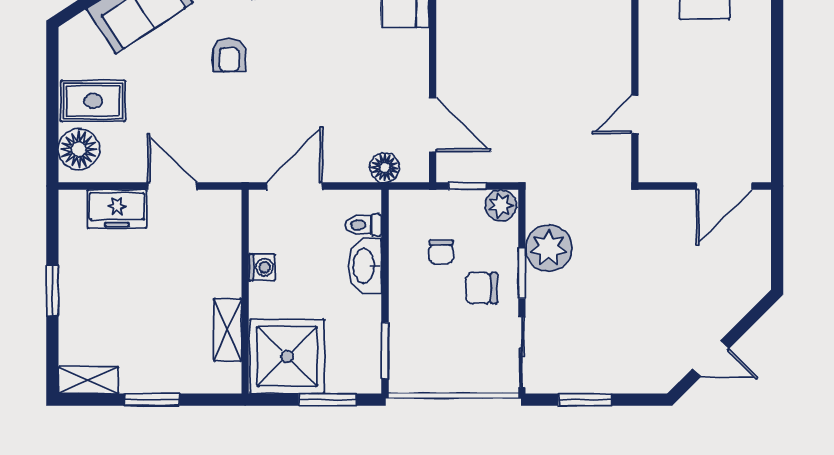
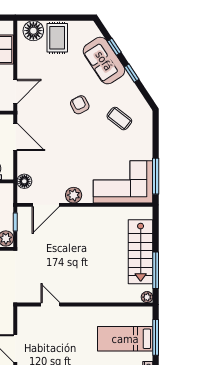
armchair: (229, 55) -> (80, 105), turned 63
plant: (413, 68) -> (74, 195), added
door: (172, 186) -> (15, 91), moved

